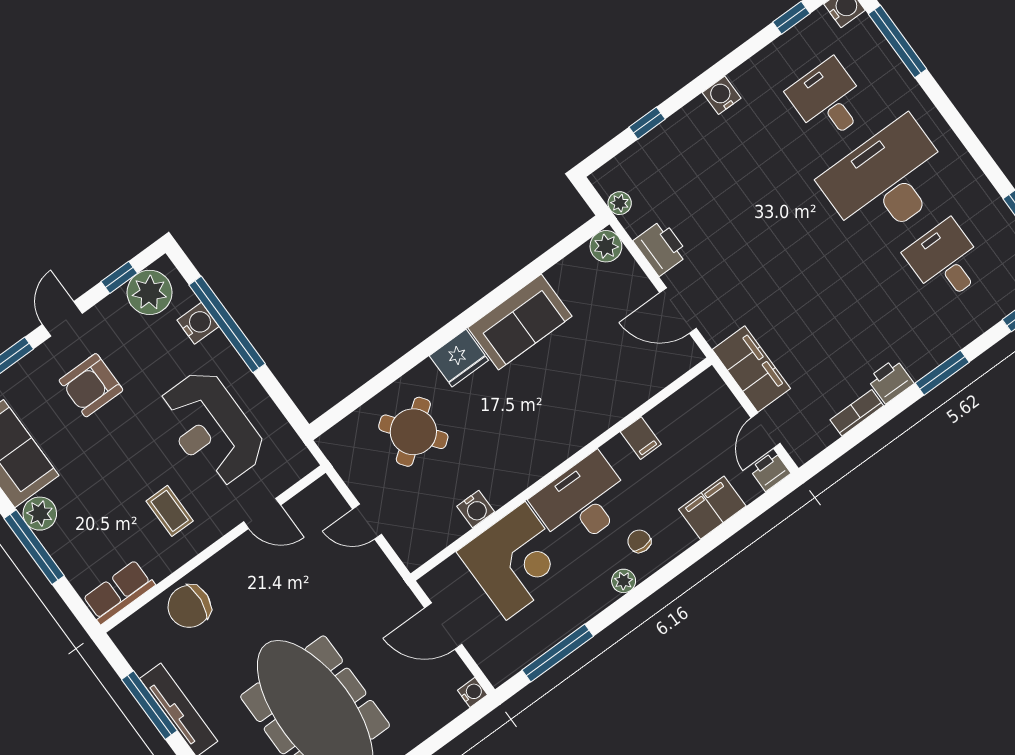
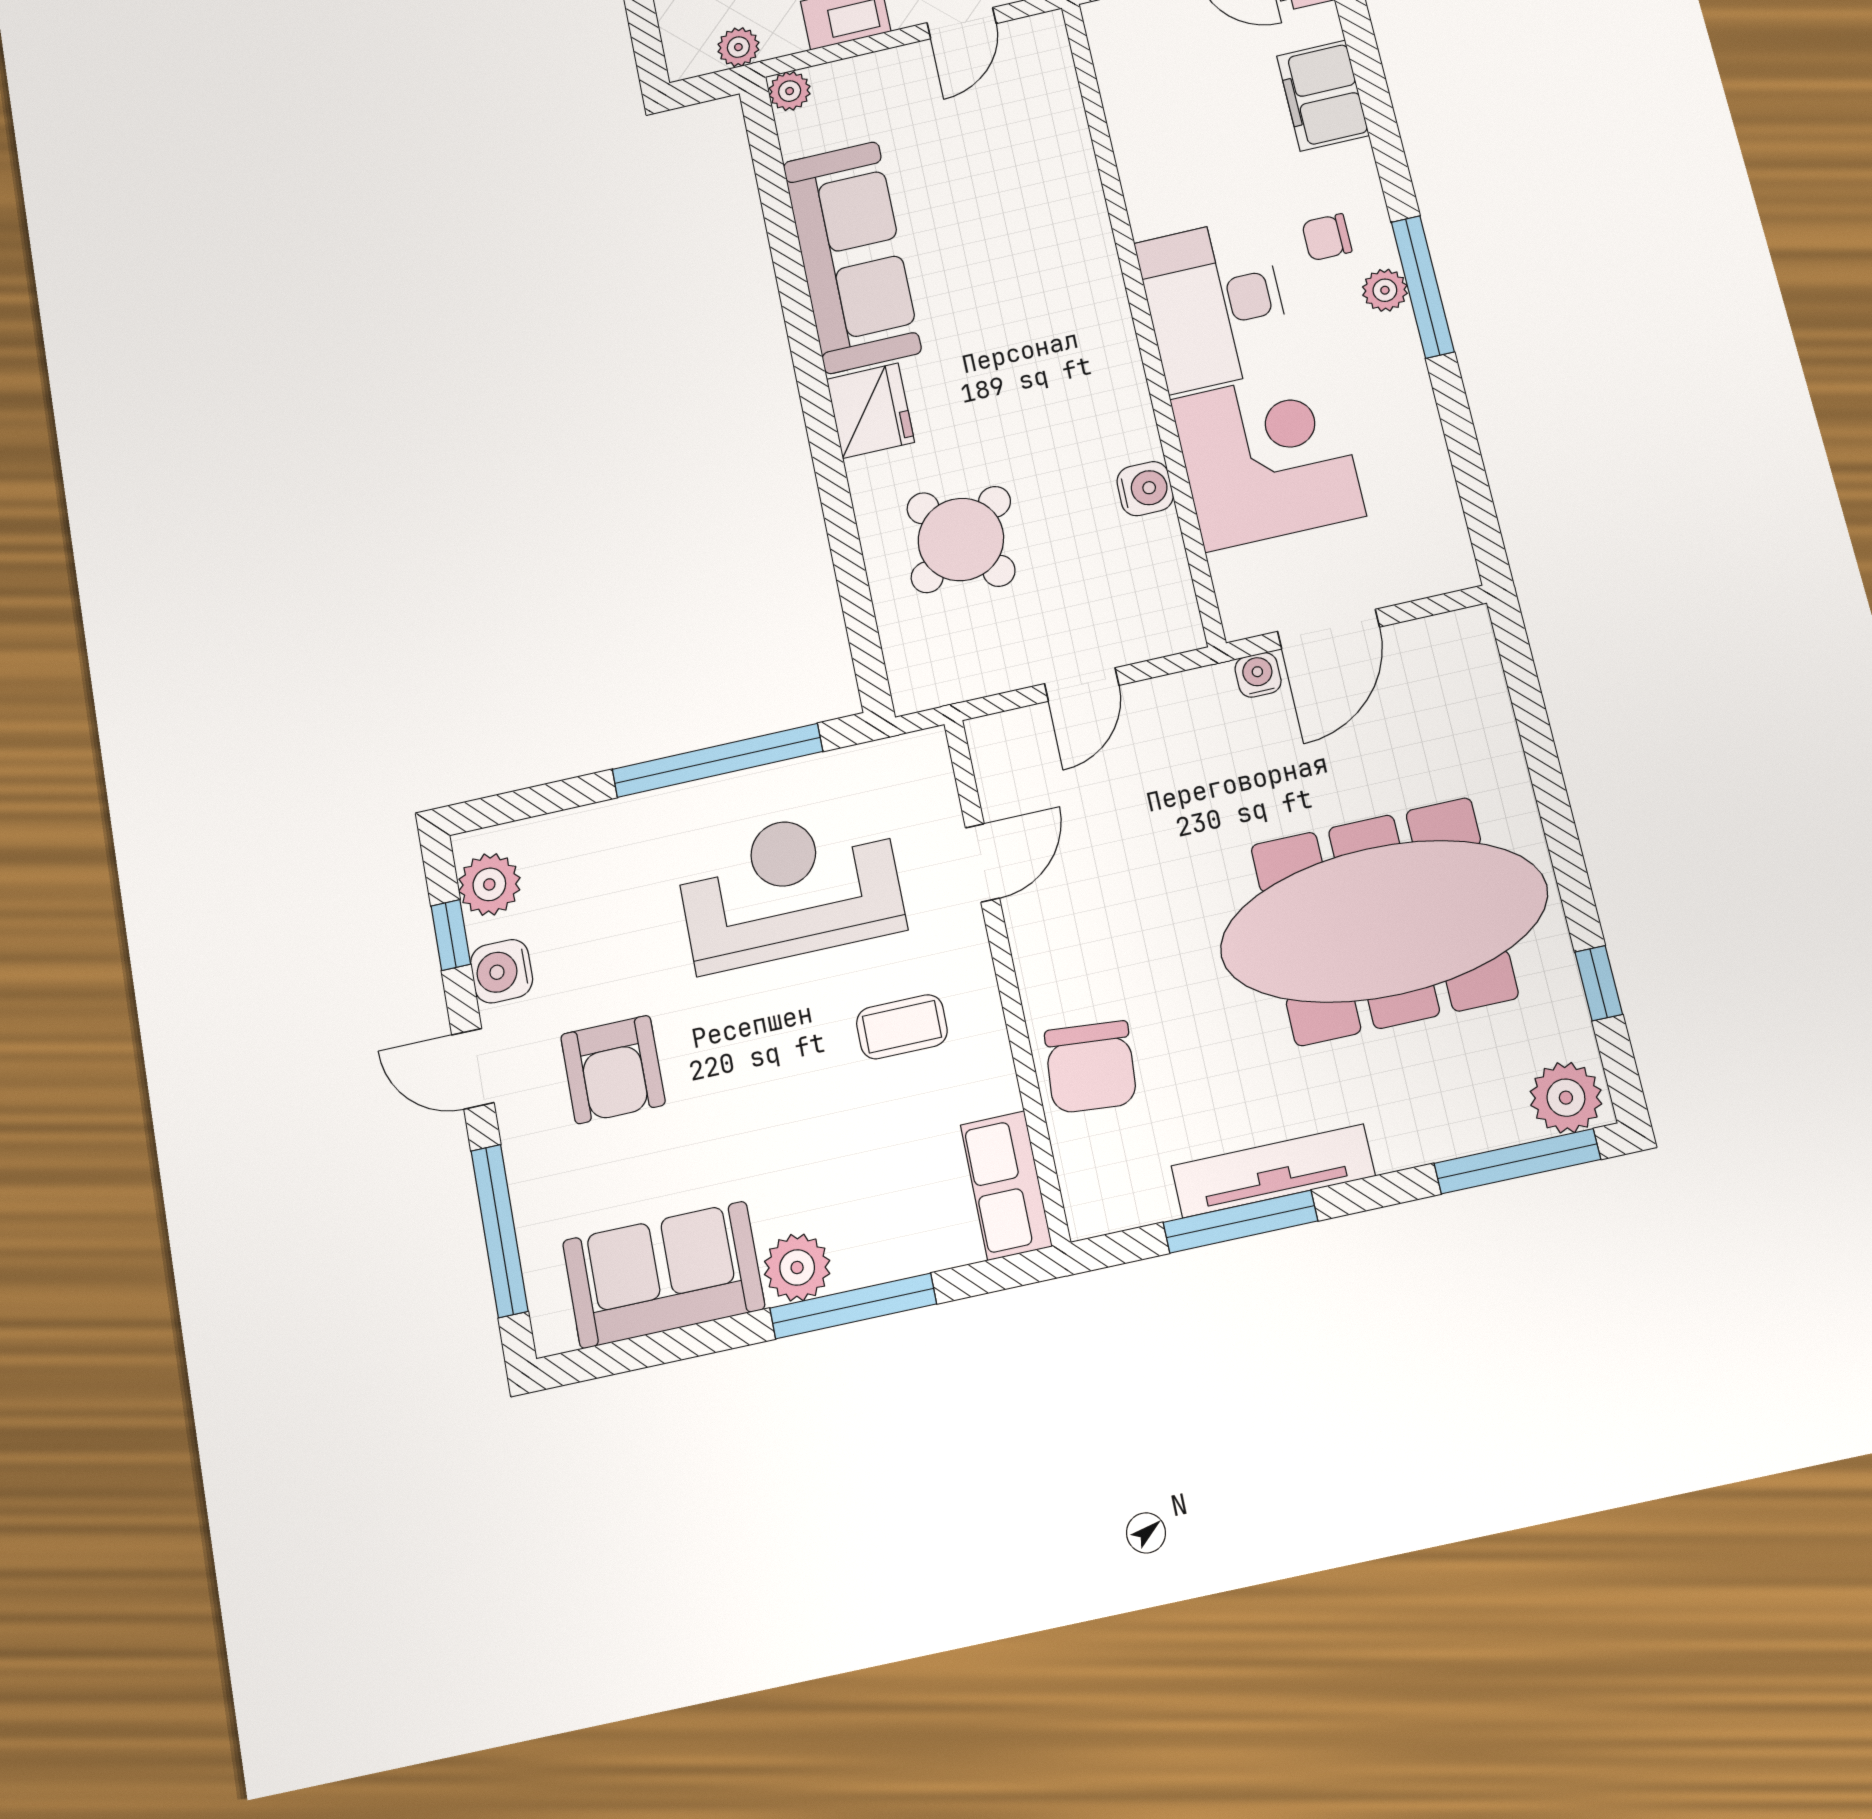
plant: (606, 246) -> (790, 91), width x0.73, depth x0.73
plant: (150, 292) -> (489, 884), width x0.73, depth x0.73
door: (678, 311) -> (962, 23), width x0.73
sofa: (520, 322) -> (852, 257), width x1.36
water cooler: (198, 323) -> (502, 971), moved, turned -90
window: (227, 324) -> (717, 760), moved
reception desk: (211, 428) -> (790, 888), turned 180
filing cabinet: (641, 438) -> (1149, 166), removed
window: (558, 653) -> (1423, 287), moved
water cooler: (472, 692) -> (1258, 675), moved

